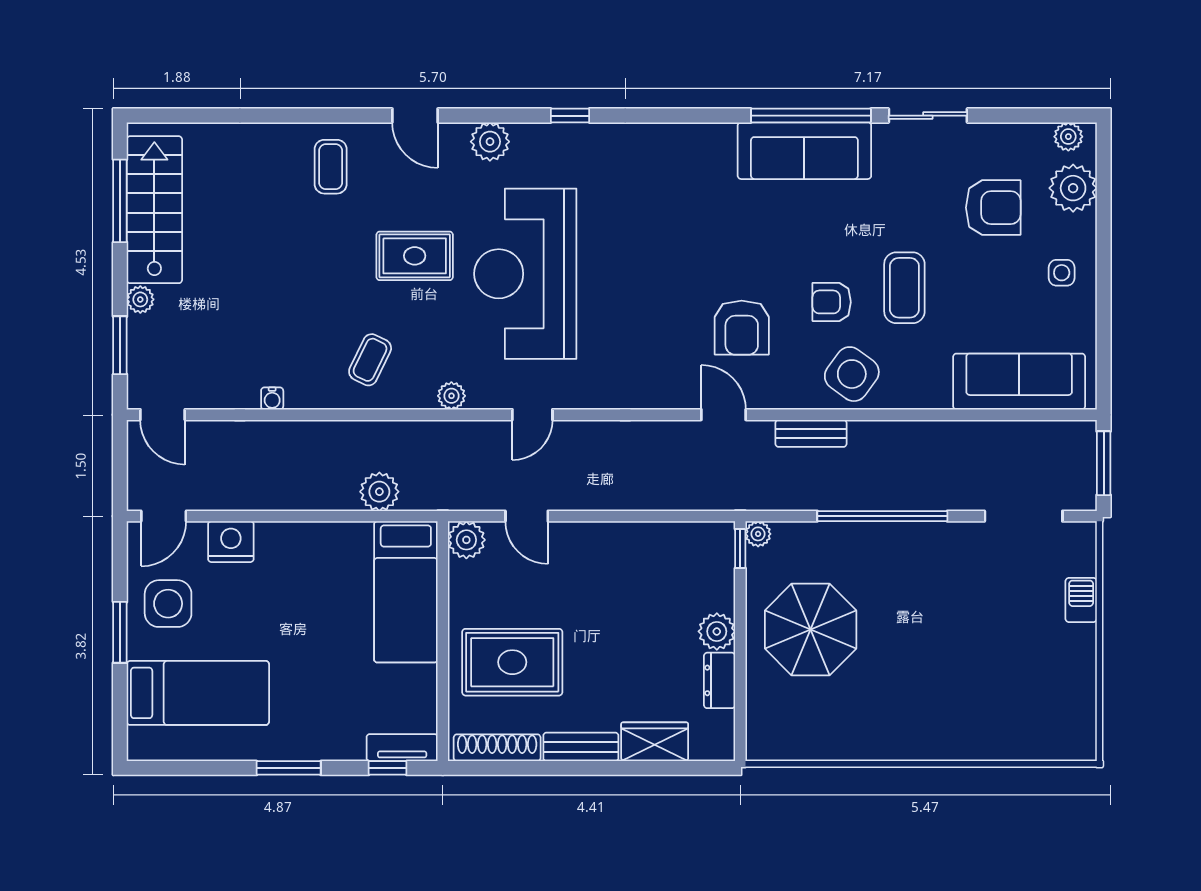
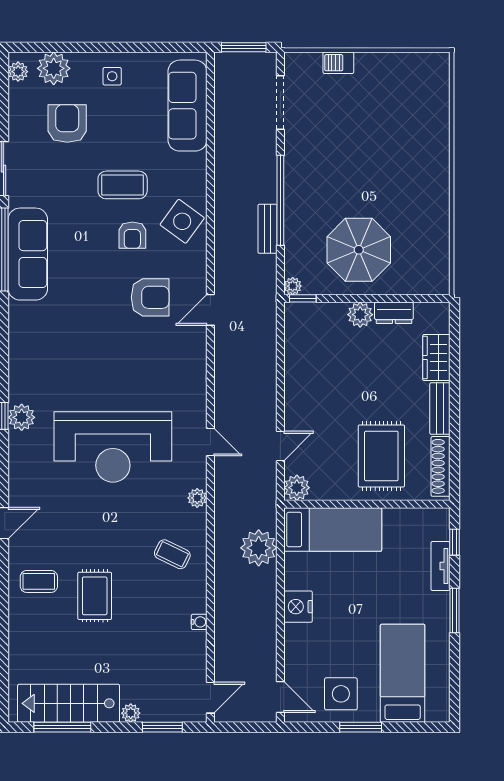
plant: (490, 142) -> (22, 417), moved
rug: (415, 256) -> (95, 596), moved
bench: (811, 433) -> (267, 229), moved
plant: (379, 492) -> (259, 548), width x1.36, depth x1.36
nightstand: (231, 542) -> (298, 607), moved
tv unit: (402, 748) -> (440, 566), moved

